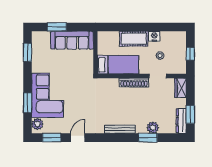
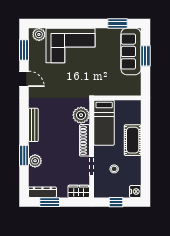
nightstand: (154, 36) -> (135, 192), moved
sofa: (72, 40) -> (131, 51), moved
plant: (111, 86) -> (81, 115), added
window: (27, 103) -> (62, 24), removed

